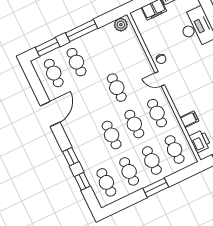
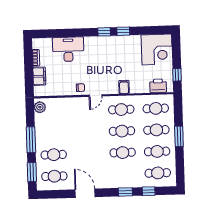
cafe table: (117, 88) -> (87, 132), removed
filing cabinet: (189, 119) -> (124, 87), moved

